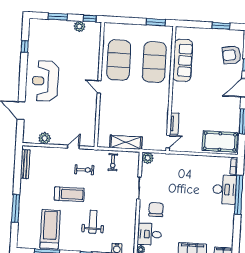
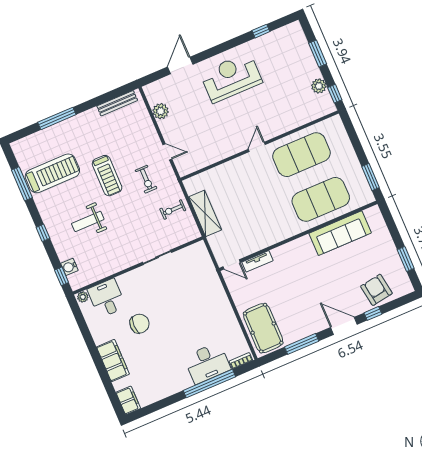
plant: (148, 158) -> (199, 250), removed
chair: (156, 210) -> (140, 324), moved
weight bench: (93, 222) -> (88, 221), turned 180

